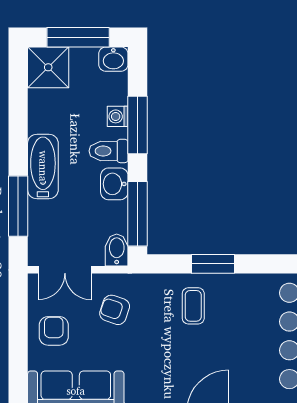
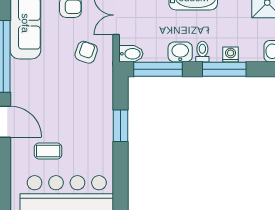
toilet: (109, 151) -> (202, 52), width x0.73, depth x0.72
coffee table: (193, 306) -> (48, 151), moved

